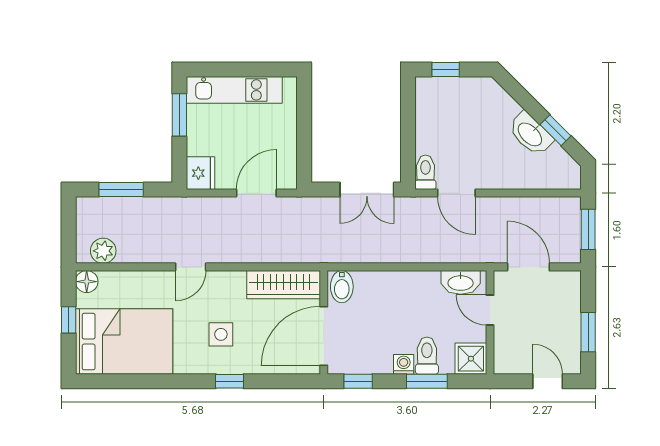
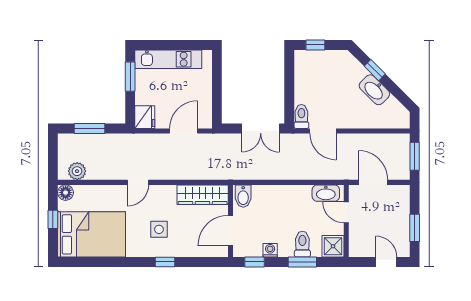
window: (555, 130) -> (375, 70), moved
door: (324, 336) -> (231, 230), width x0.73
washing machine: (404, 364) -> (270, 250), moved

